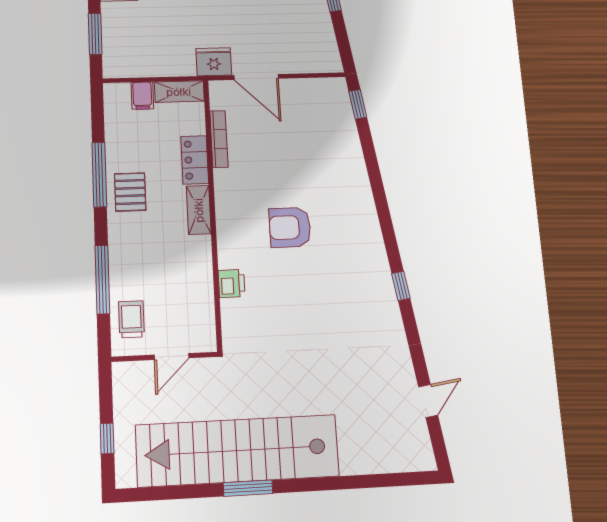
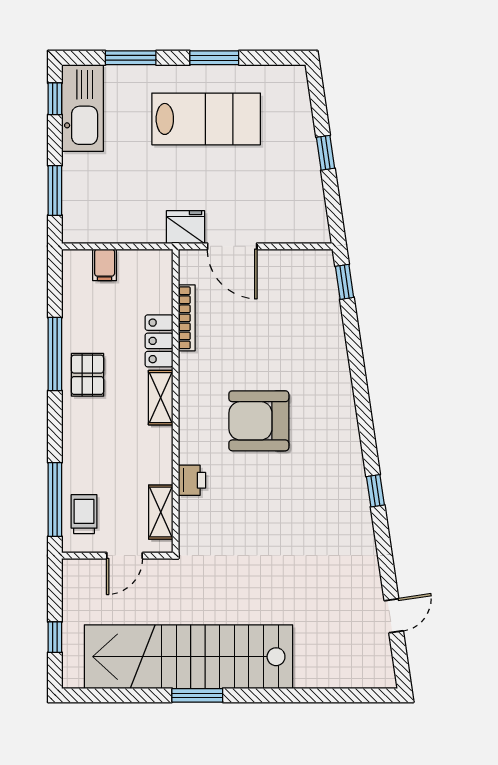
shelving: (179, 92) -> (161, 512), moved, turned 90
armchair: (290, 227) -> (259, 421), width x1.36, depth x1.36
window: (102, 280) -> (55, 499), moved

